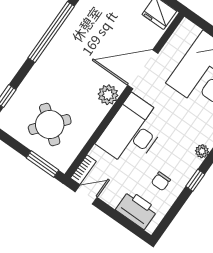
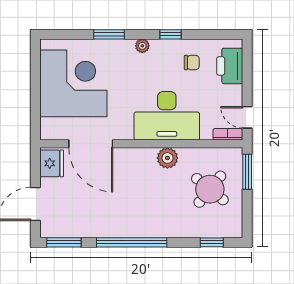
door: (143, 69) -> (91, 144), moved
plant: (108, 95) -> (167, 158), moved

